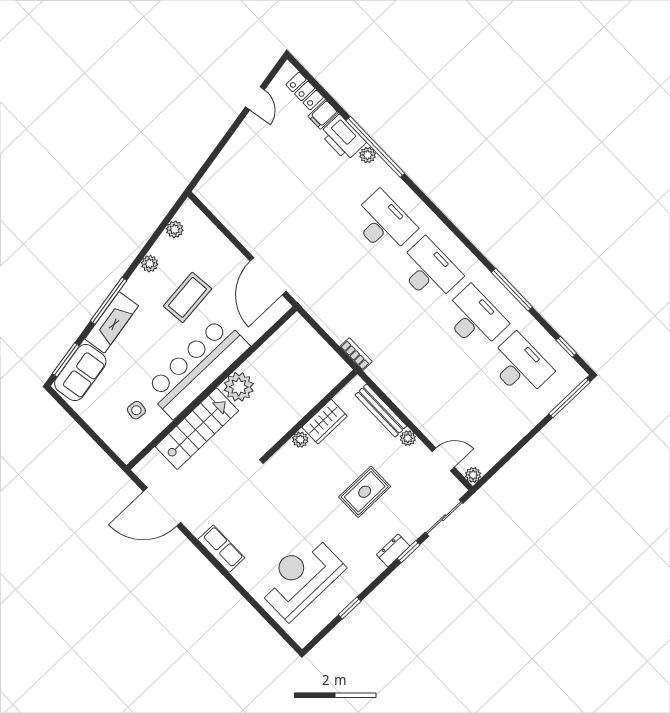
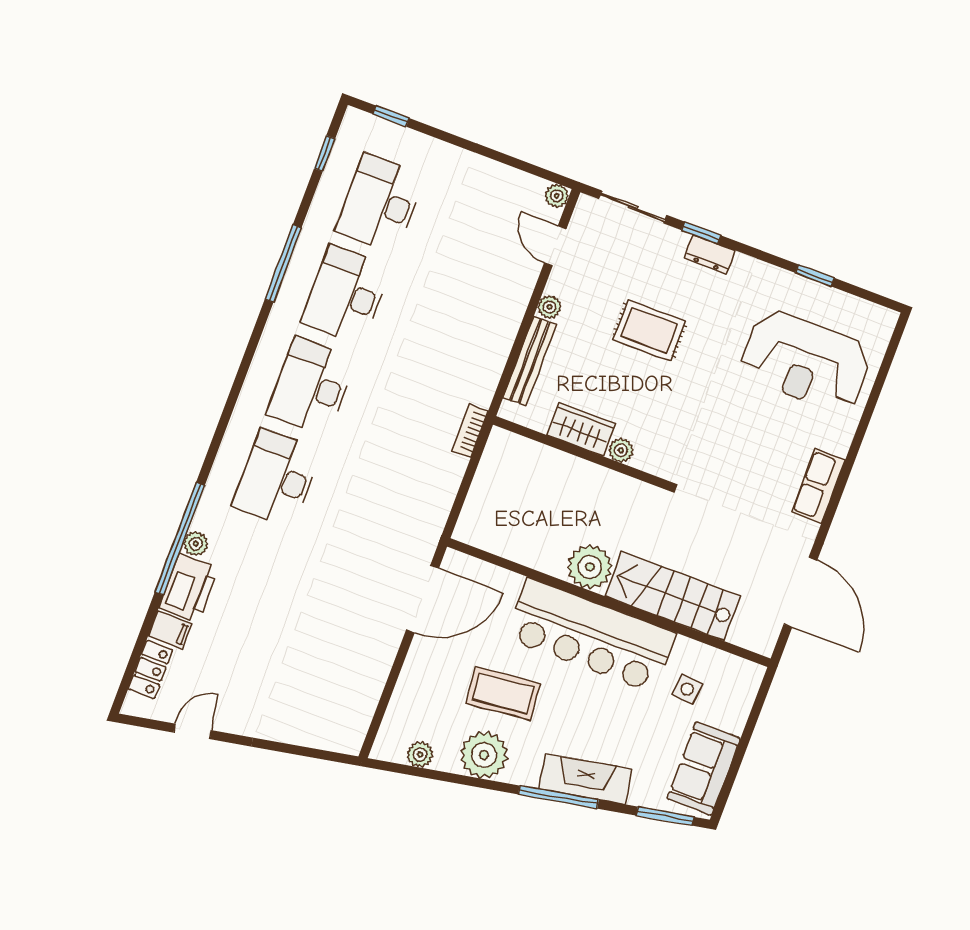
plant: (150, 264) -> (484, 755), width x1.88, depth x1.88
sofa: (80, 372) -> (704, 769), moved, turned -80
window: (570, 398) -> (391, 116), width x0.46

